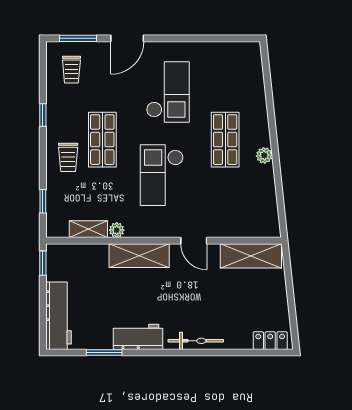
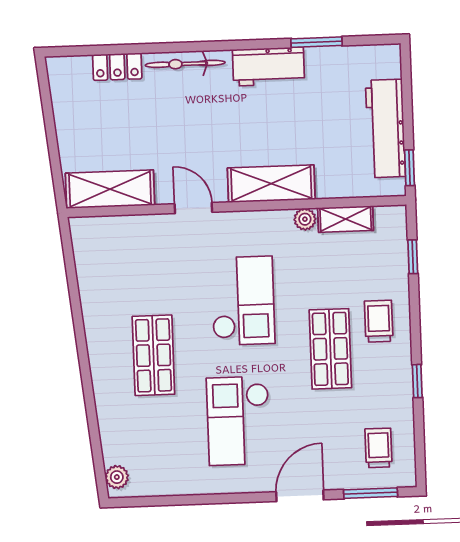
plant: (264, 155) -> (117, 477), moved
workbench: (58, 316) -> (385, 128), moved
locker: (270, 341) -> (117, 67), moved

